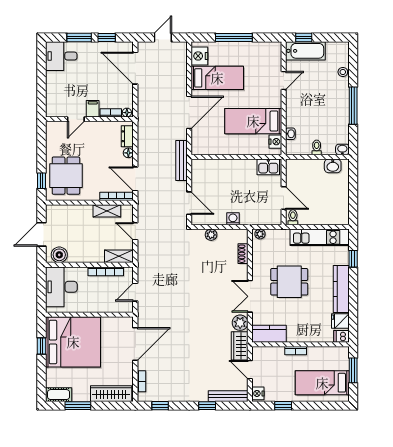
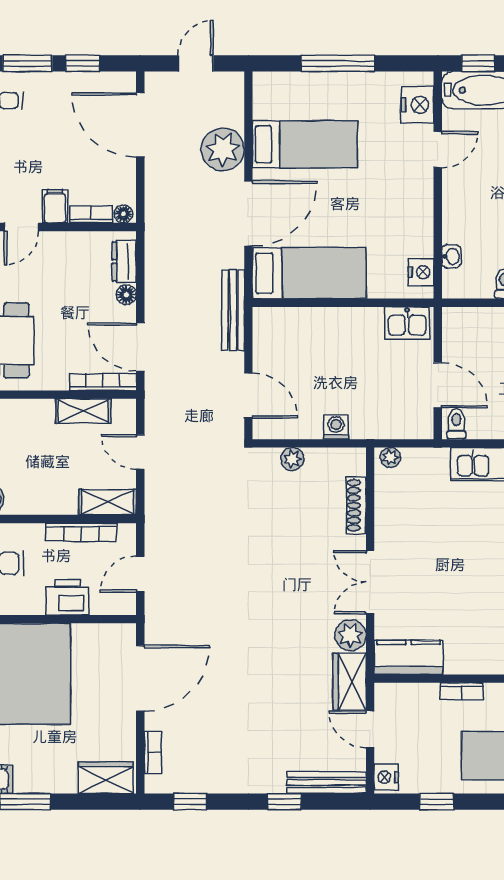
nightstand: (199, 56) -> (417, 105), moved, turned 180
plant: (176, 80) -> (223, 149), added
bed: (253, 121) -> (309, 273), moved, turned 180
shoe rack: (243, 254) -> (356, 505), width x1.43
dining table: (289, 282) -> (449, 553), removed
printer: (99, 304) -> (67, 597), added
wardrobe: (111, 394) -> (106, 778), width x0.67

